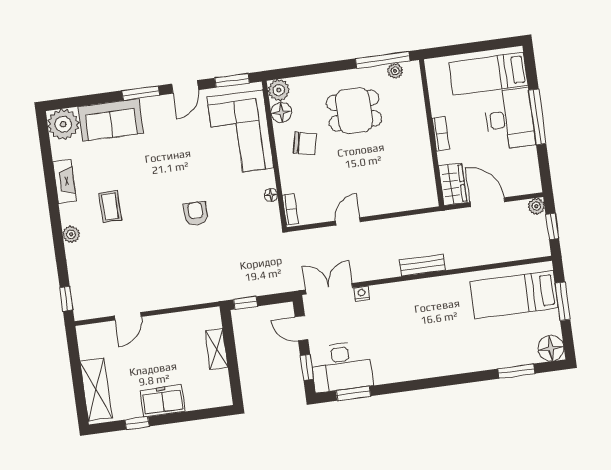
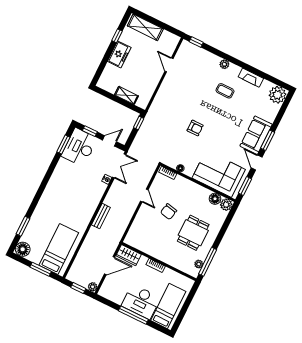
sofa: (111, 120) -> (256, 135), moved
chair: (305, 143) -> (169, 212), moved

